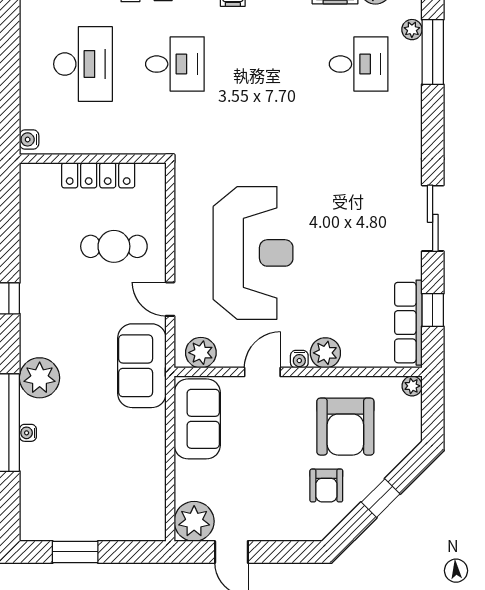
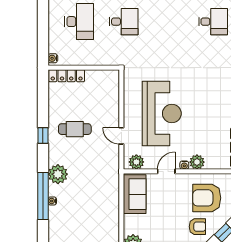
locker: (98, 175) -> (67, 76), moved
cafe table: (114, 246) -> (75, 129), moved
sofa: (142, 366) -> (108, 168), removed
armchair: (345, 427) -> (207, 198), turned 90
armchair: (326, 486) -> (197, 227), turned -90

